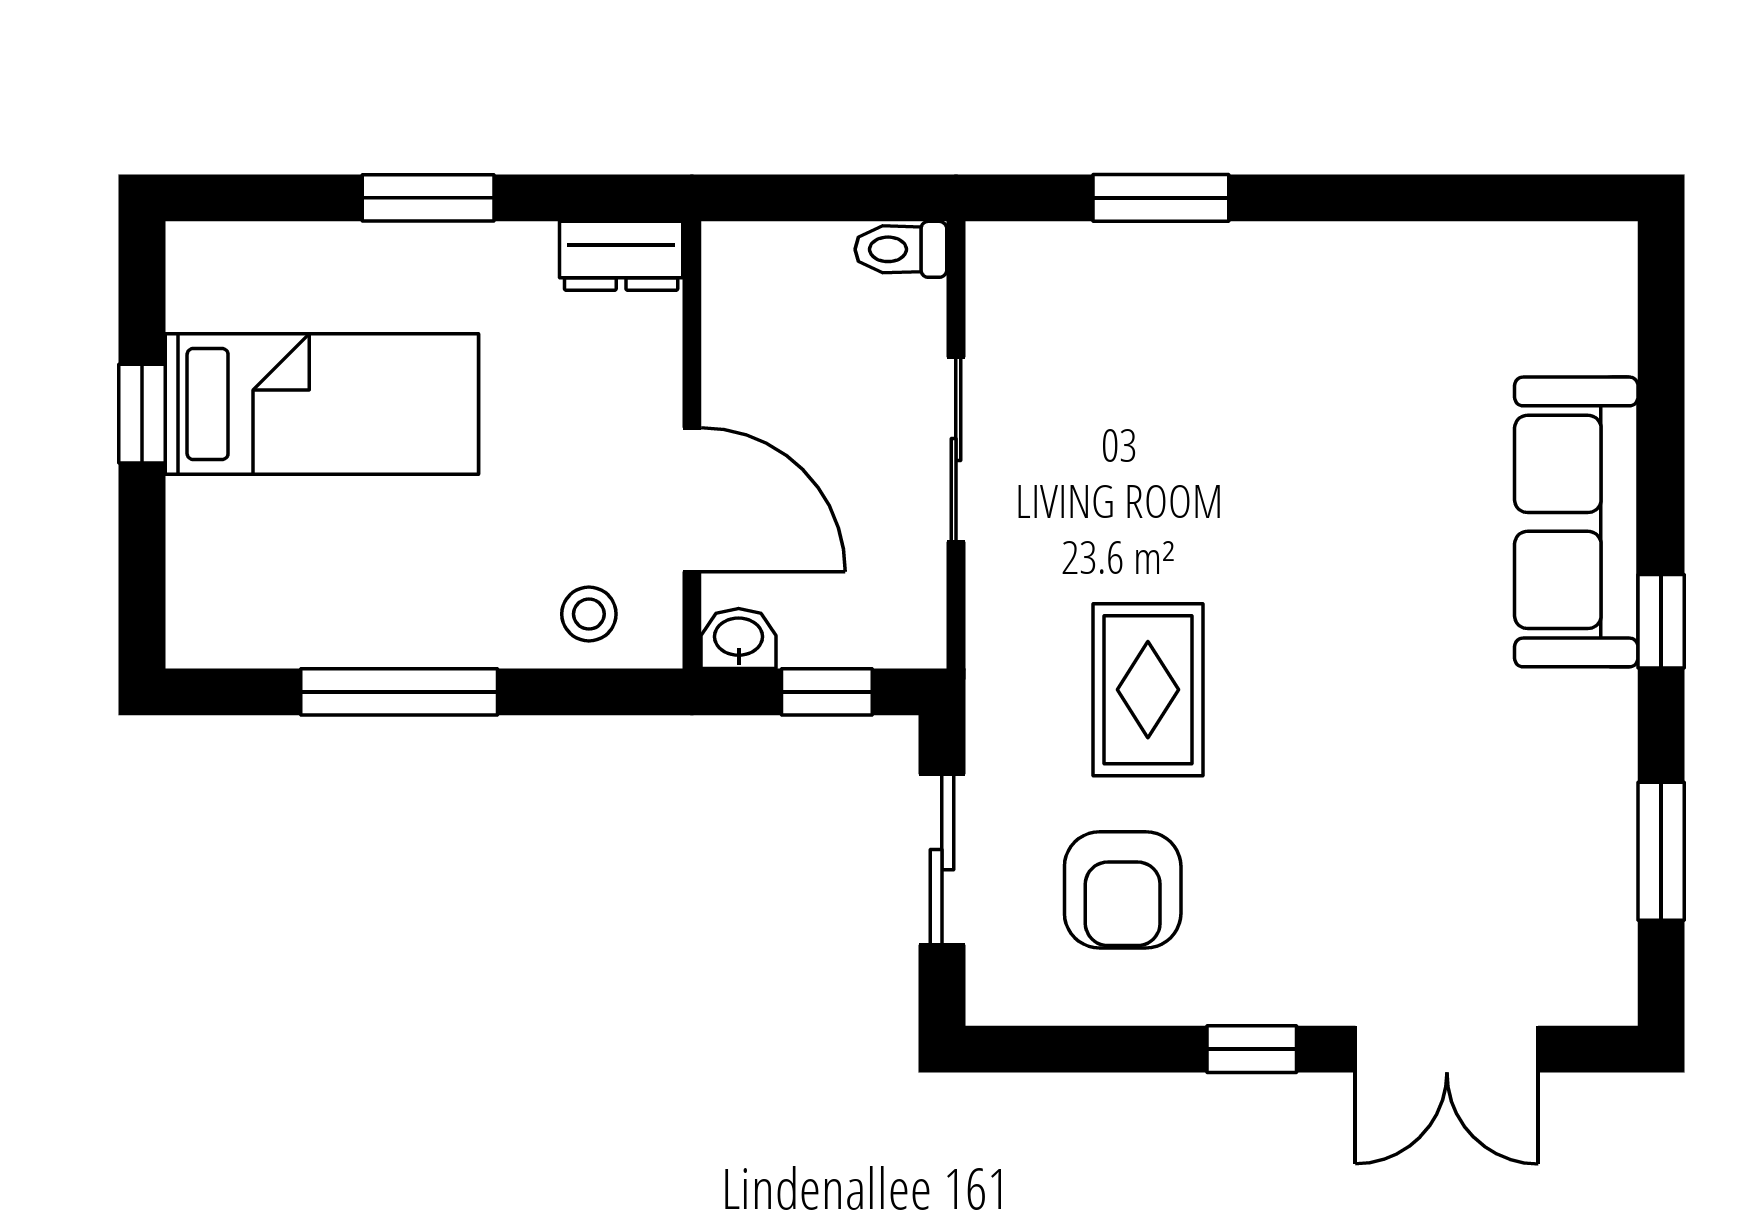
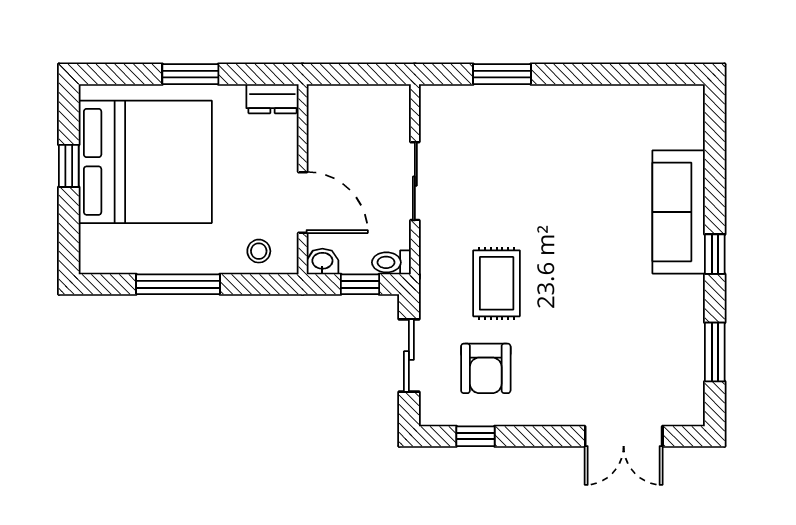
toilet: (901, 249) -> (391, 262), moved
bed: (322, 404) -> (145, 162), width x2.04
window: (1252, 1049) -> (476, 436), moved

